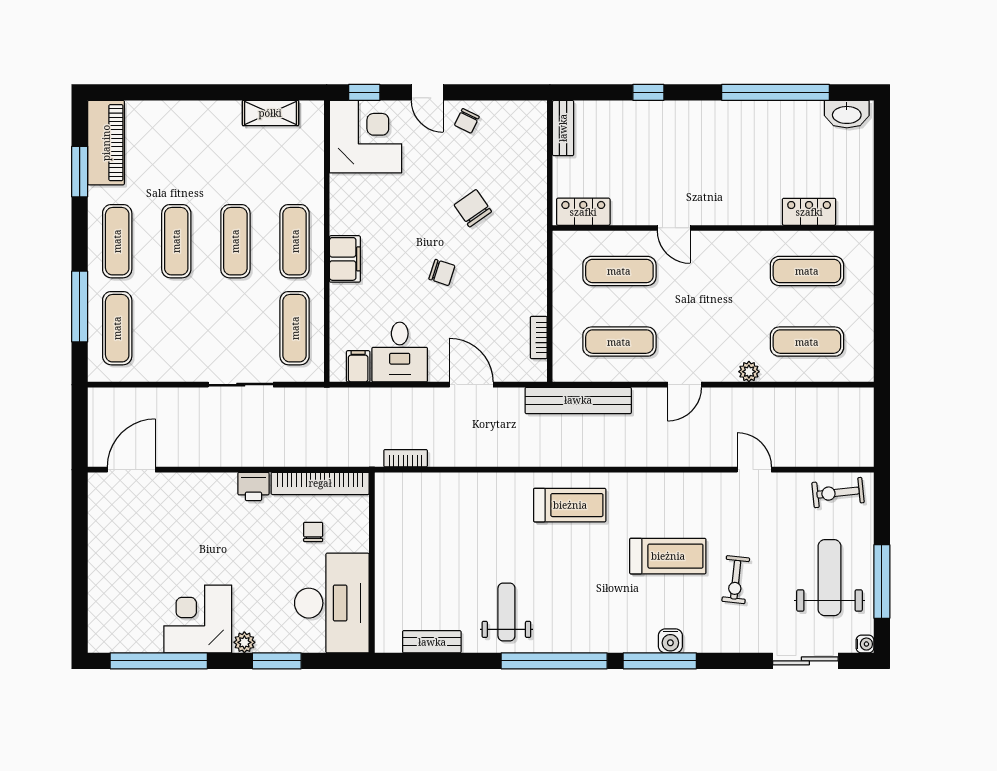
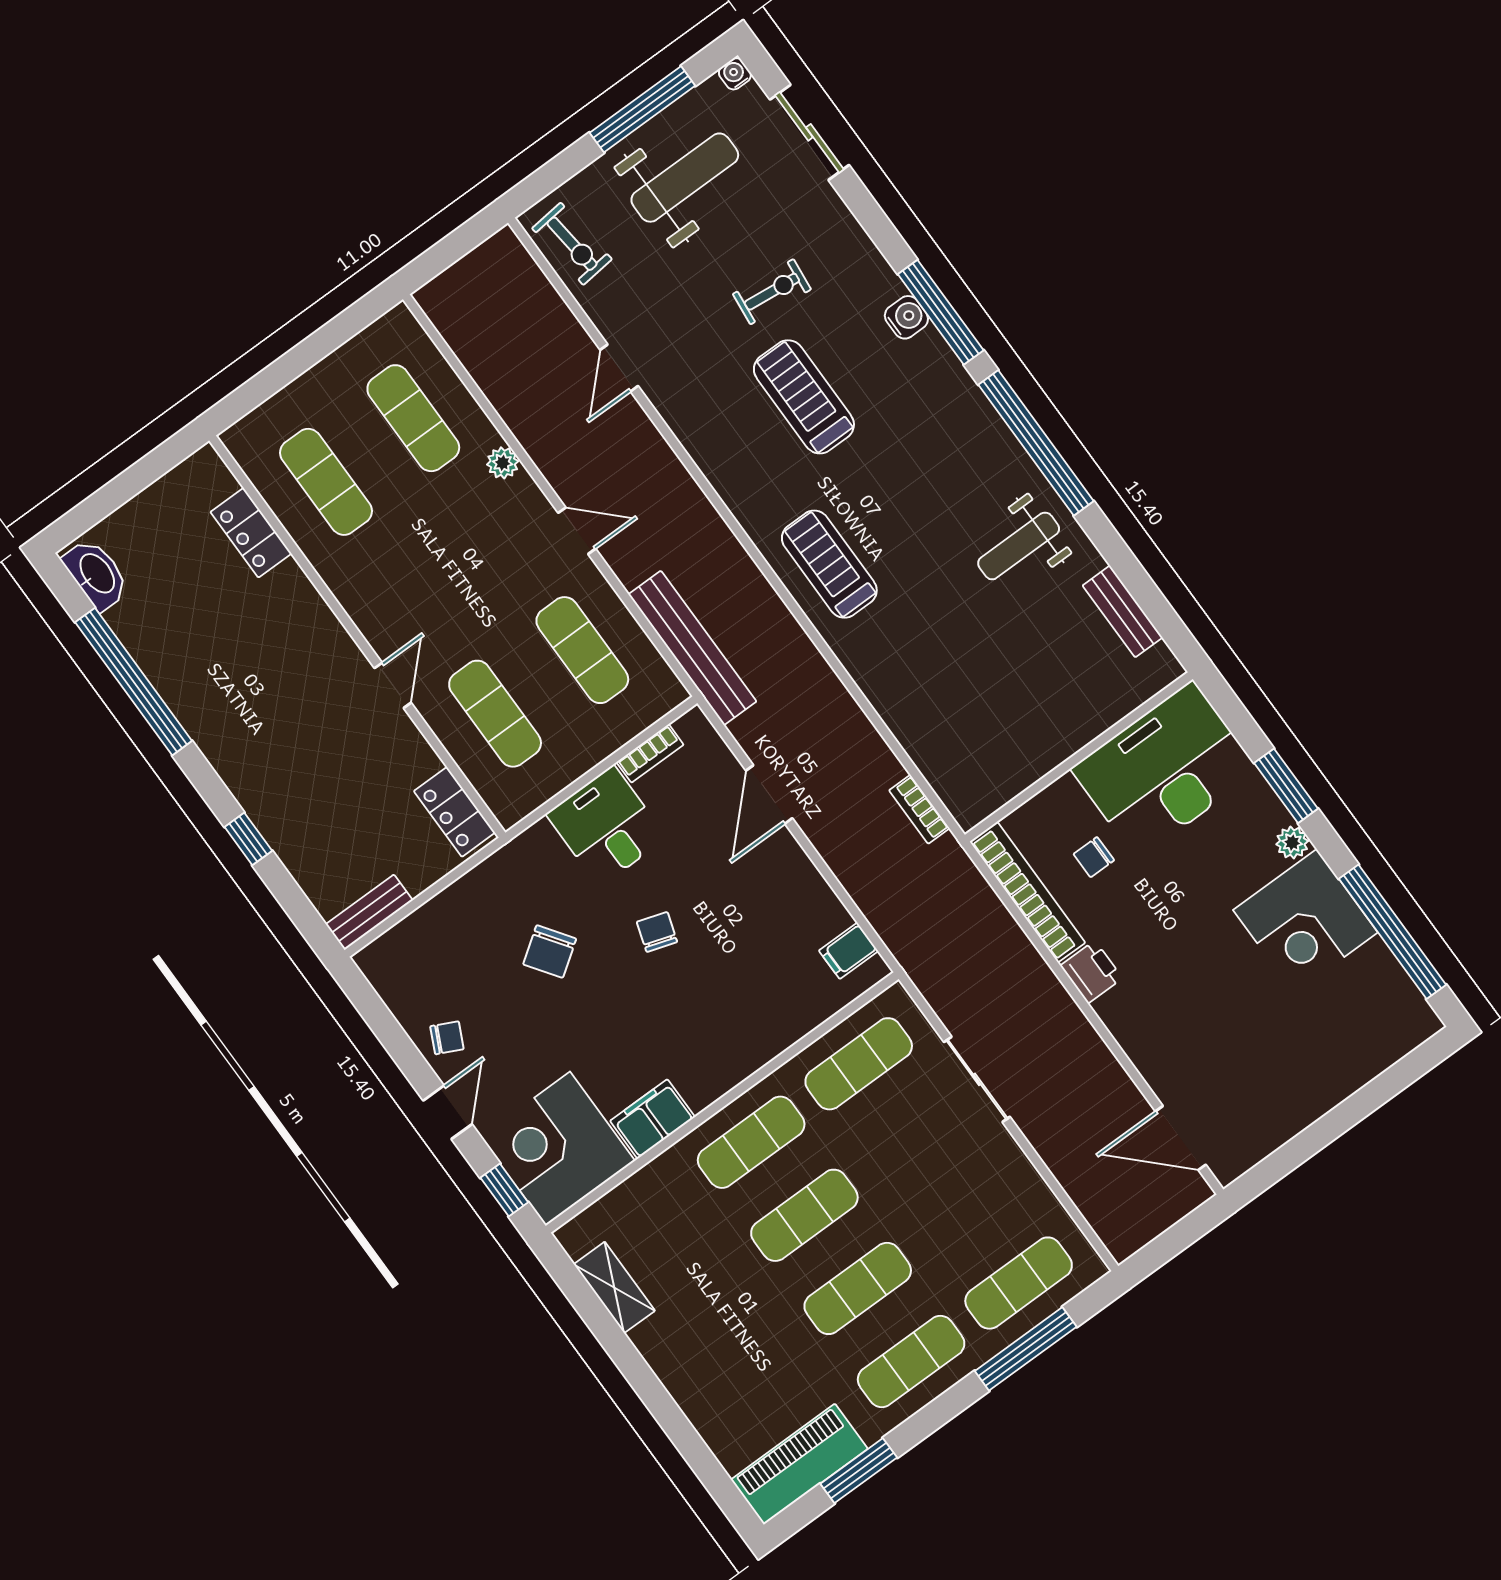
filing cabinet: (345, 259) -> (652, 1119), moved
desk: (400, 352) -> (606, 826), moved, turned -90
weight bench: (829, 578) -> (685, 178), turned 180

